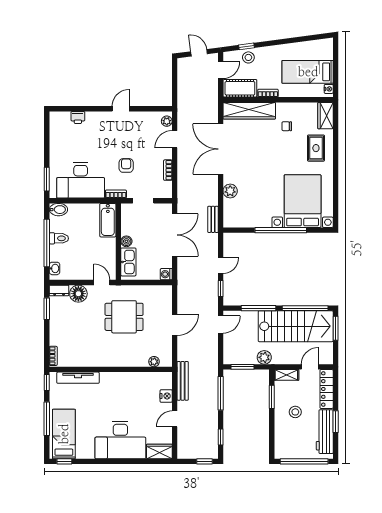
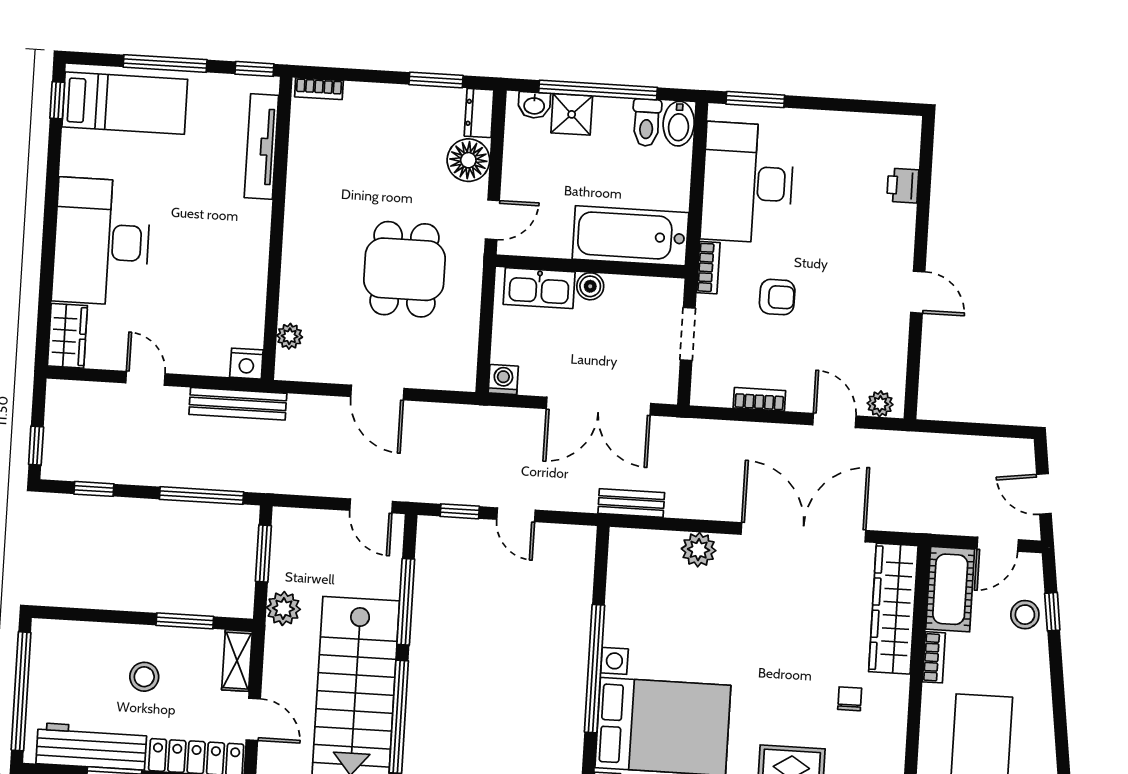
door: (199, 53) -> (1044, 494), swing flipped
door: (221, 70) -> (998, 544), hinge flipped
bathtub: (108, 220) -> (630, 236), width x1.36, depth x1.36
toilet: (59, 238) -> (647, 123), moved
shower: (57, 253) -> (572, 114), added
nightstand: (166, 396) -> (246, 364), moved

